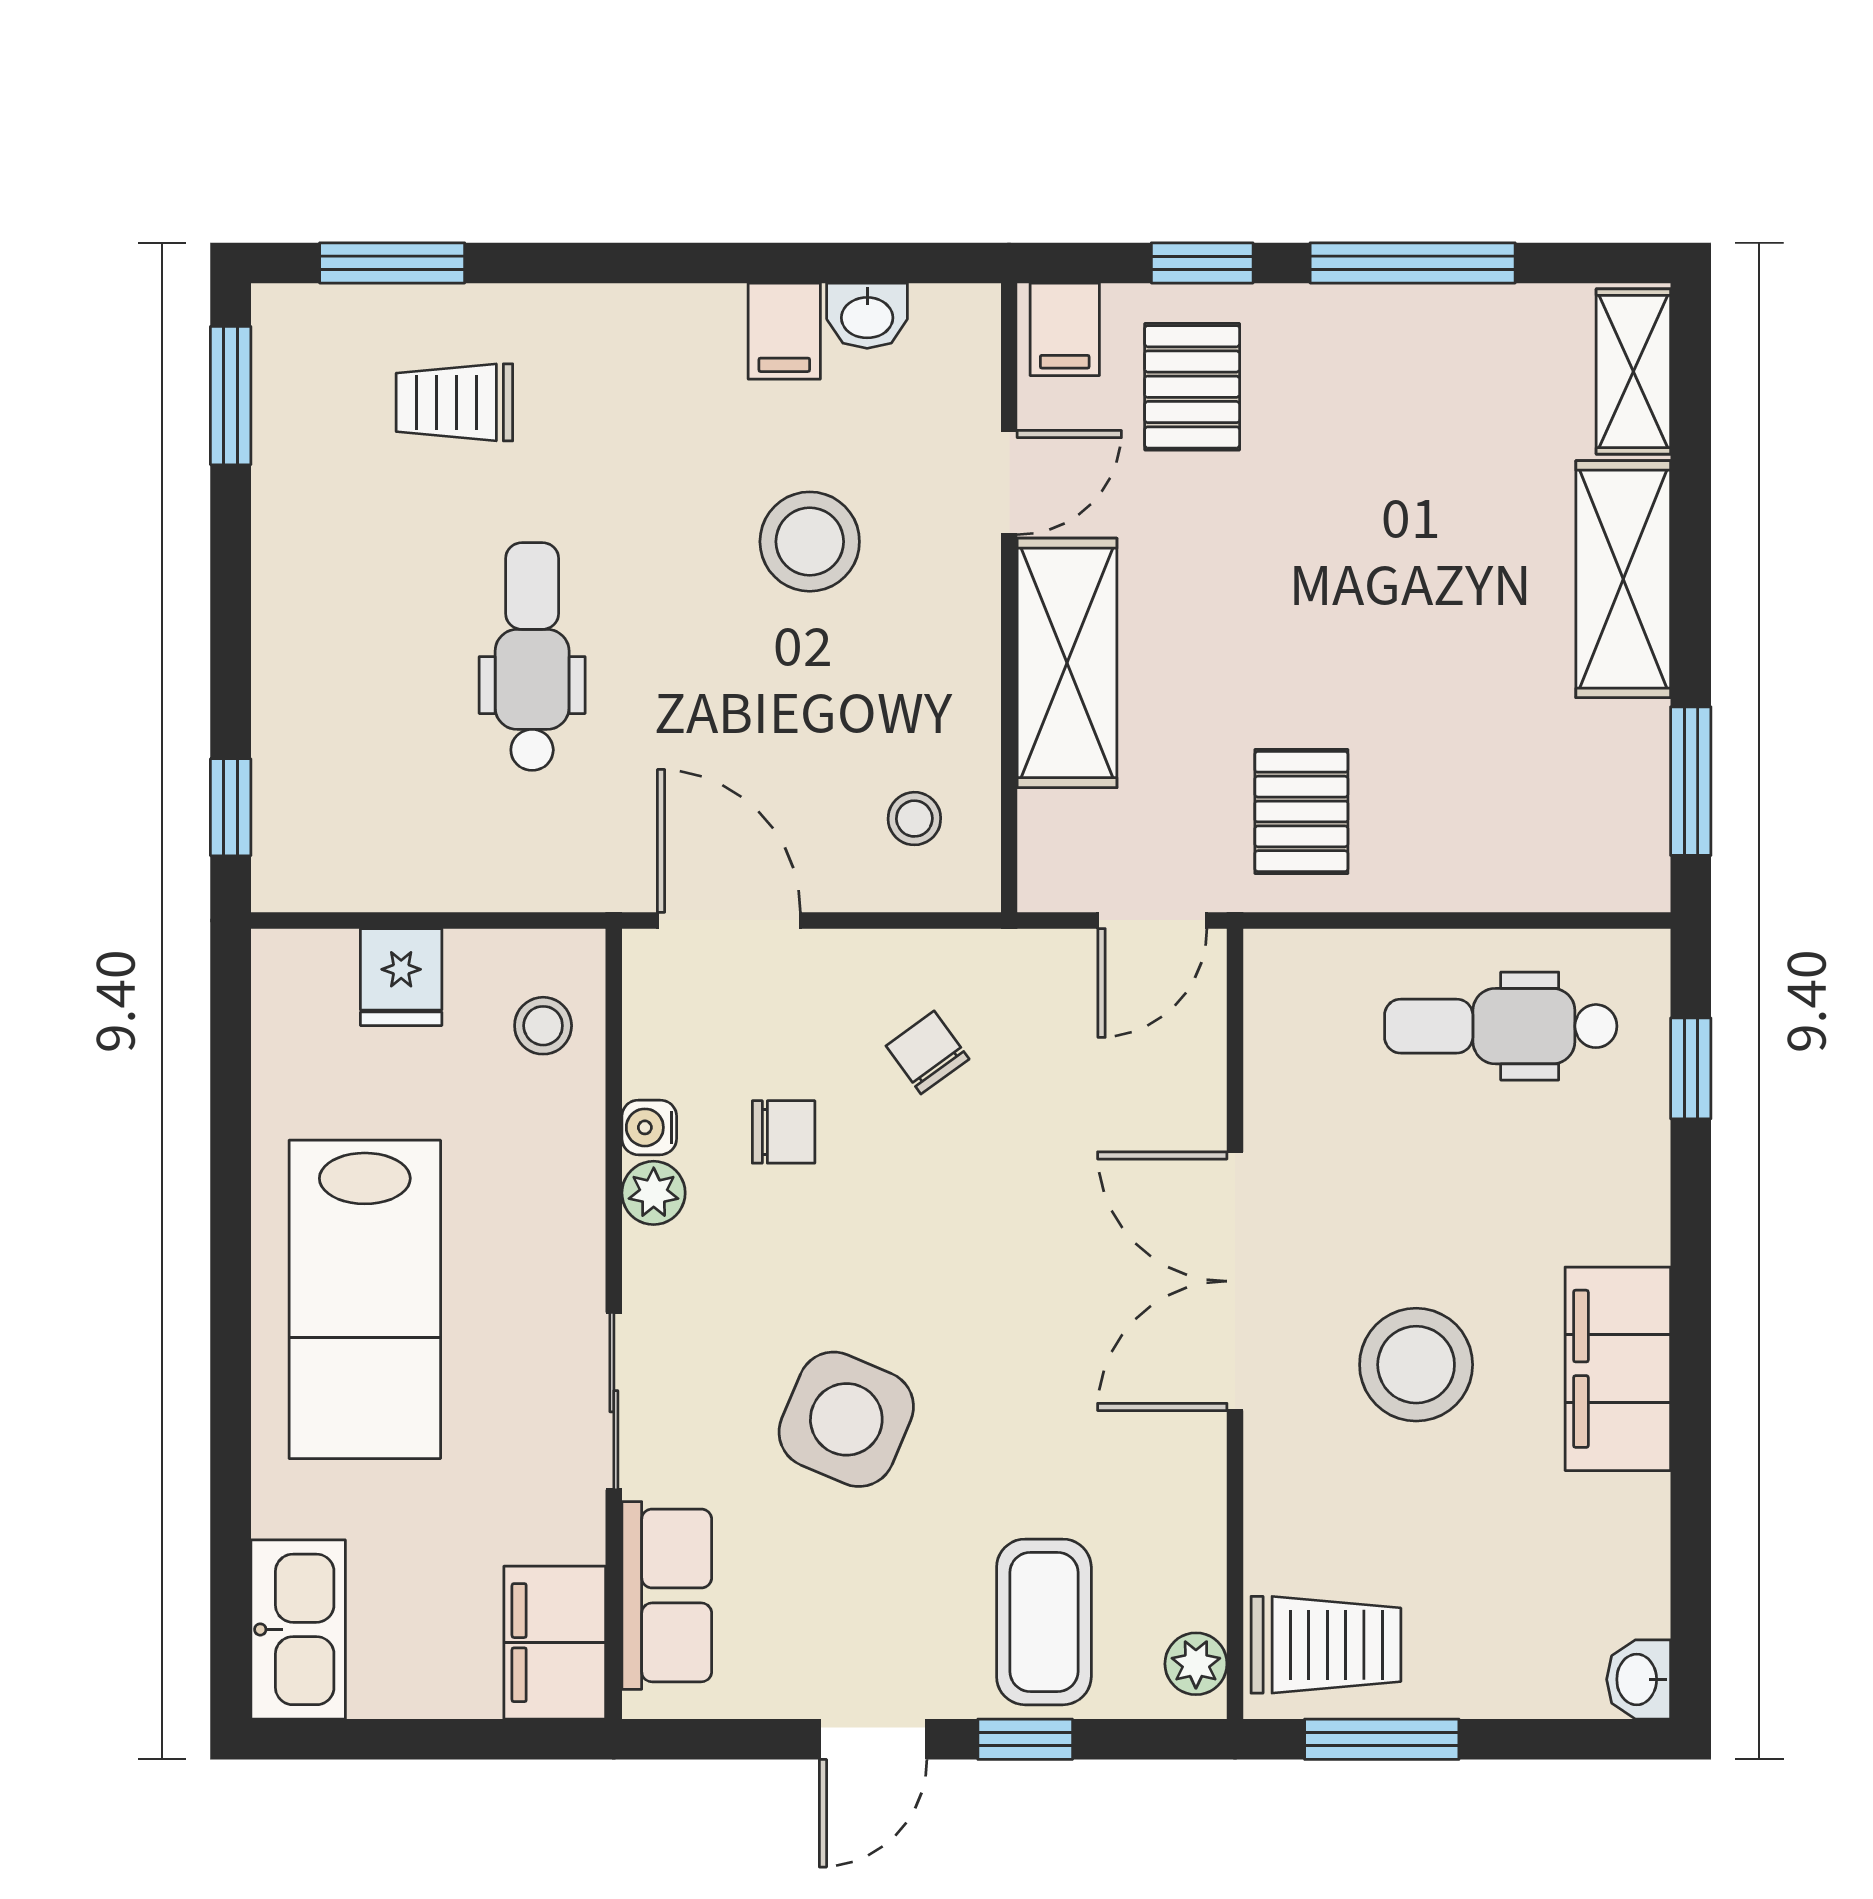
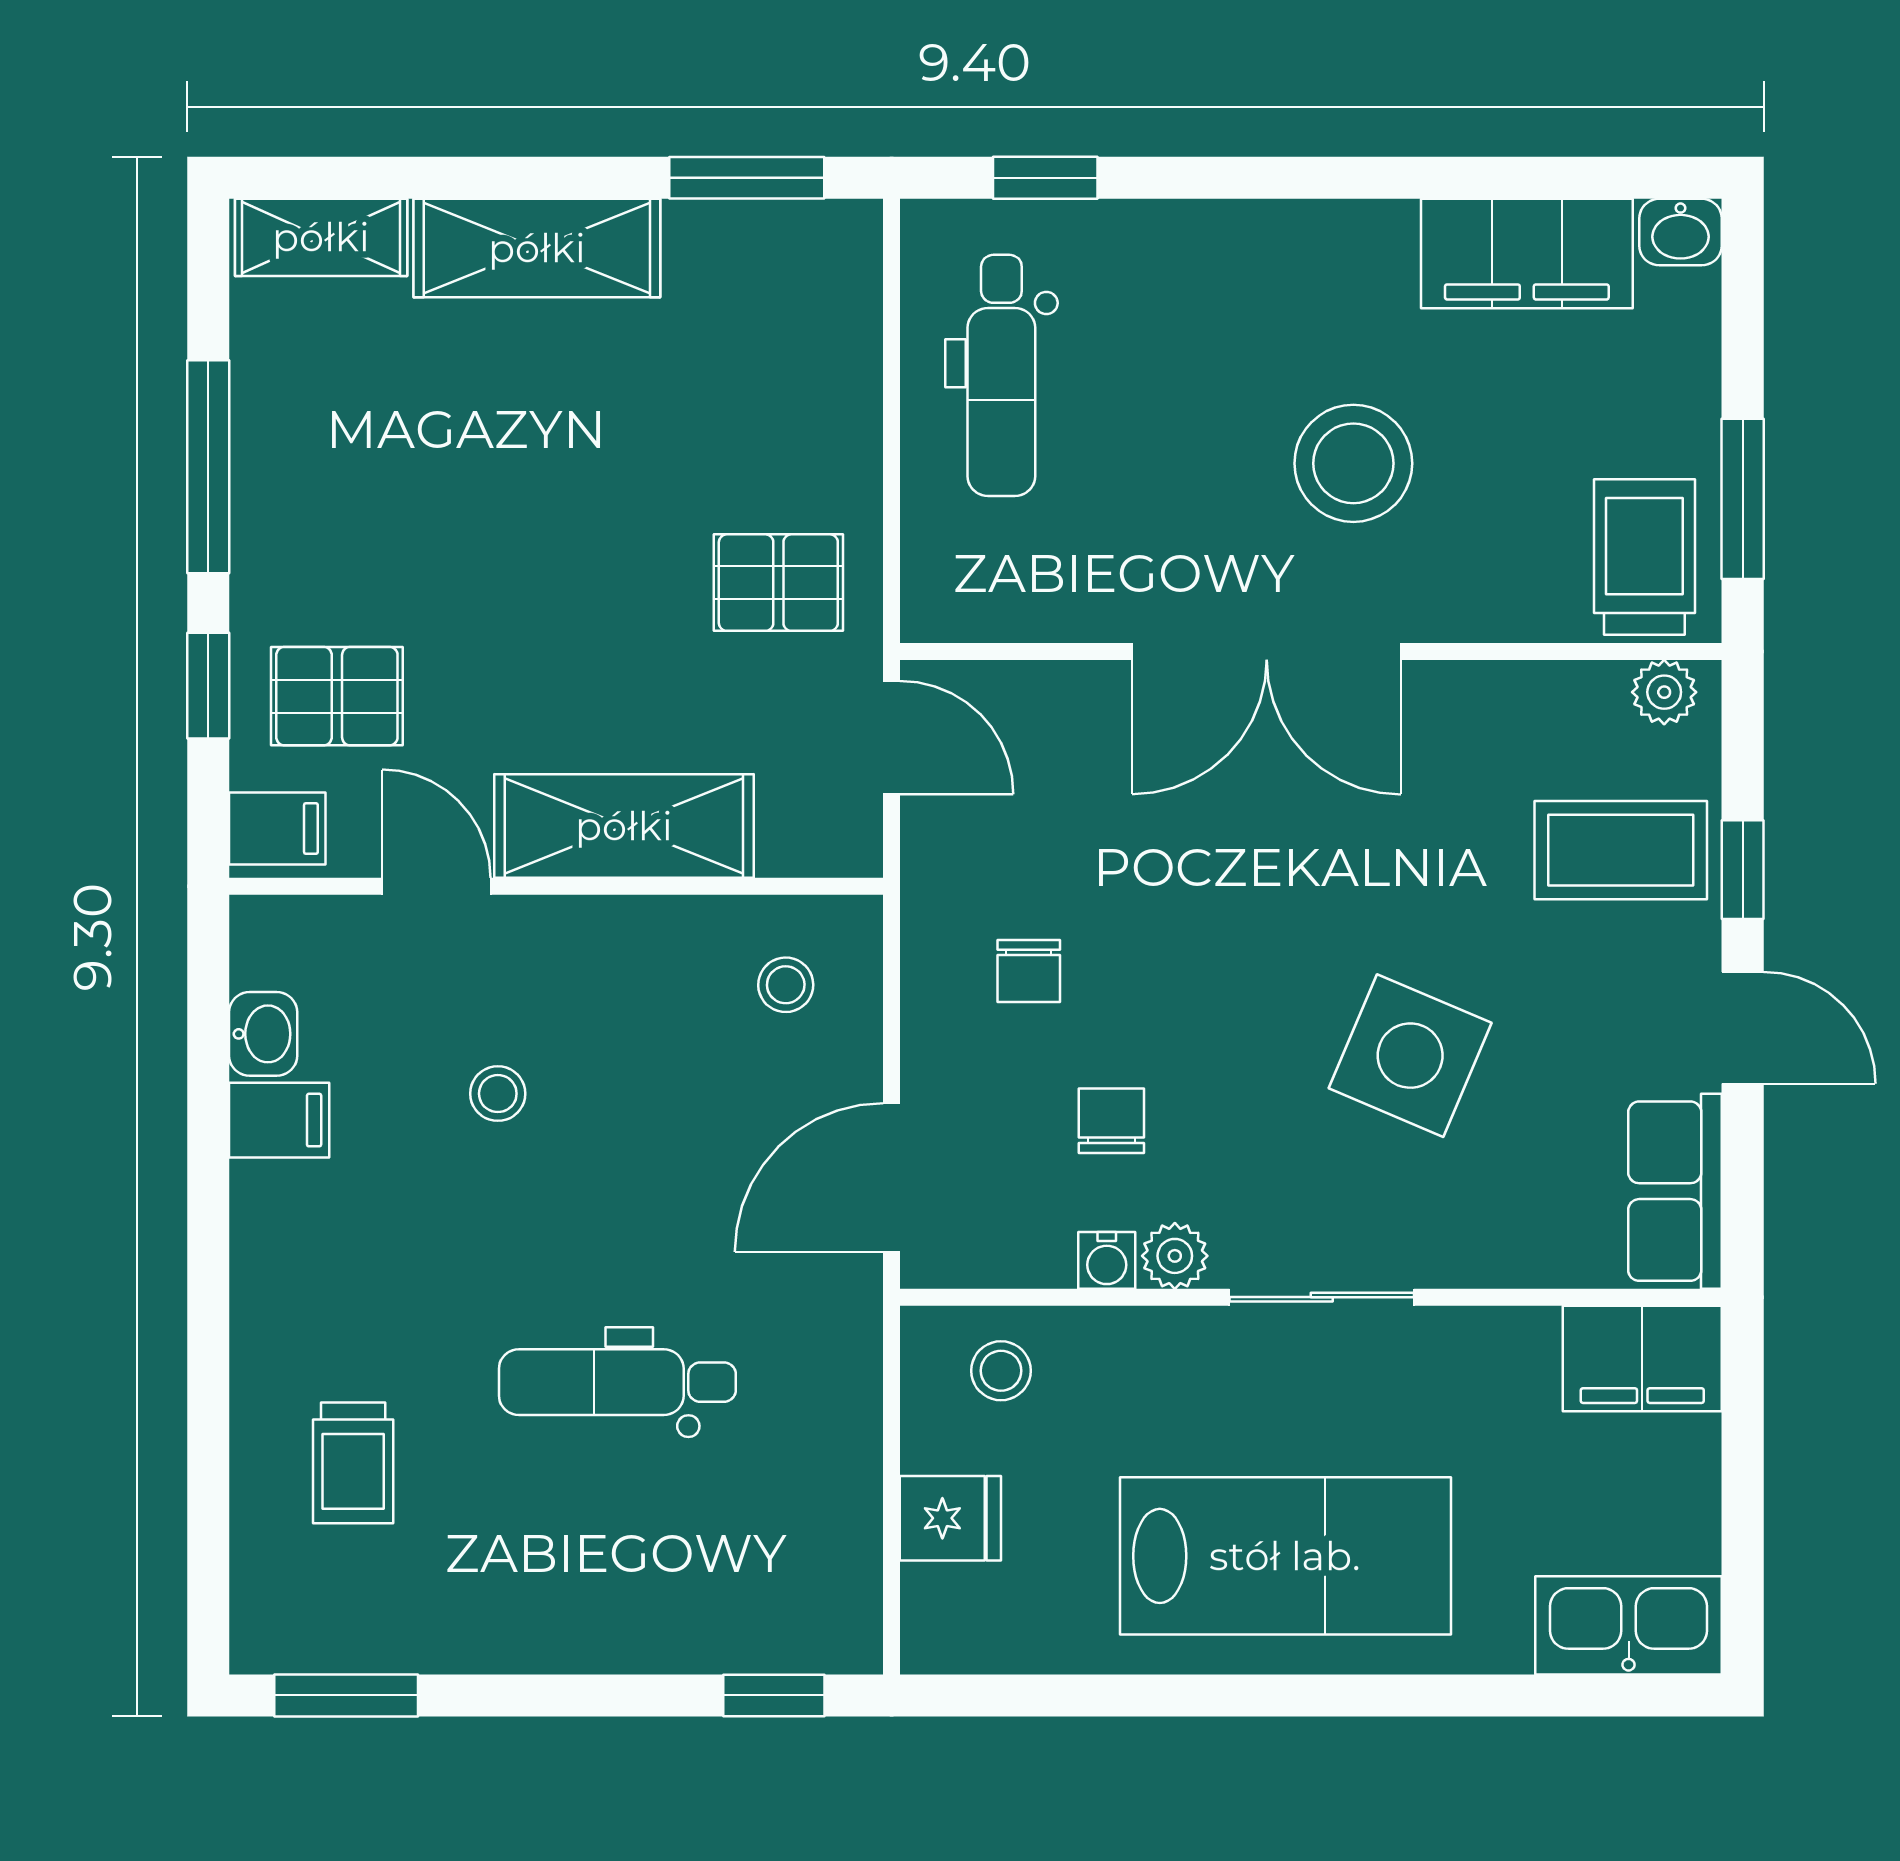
window: (392, 263) -> (208, 1528), removed
stool: (810, 542) -> (498, 1094), width x0.53, depth x0.53
chair: (928, 1052) -> (1029, 971), turned -54
filing cabinet: (1618, 1369) -> (1527, 254), moved
sliding door: (614, 1401) -> (1322, 1297), moved
row of seats: (667, 1595) -> (1675, 1191), moved, turned -90

